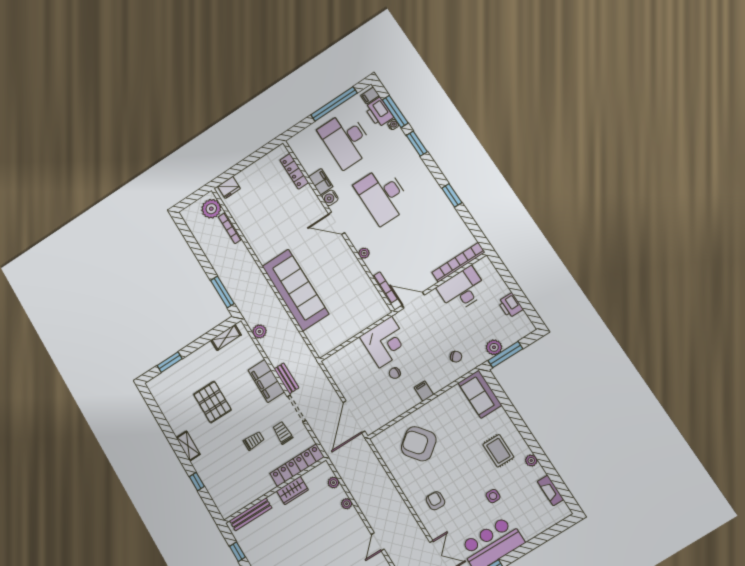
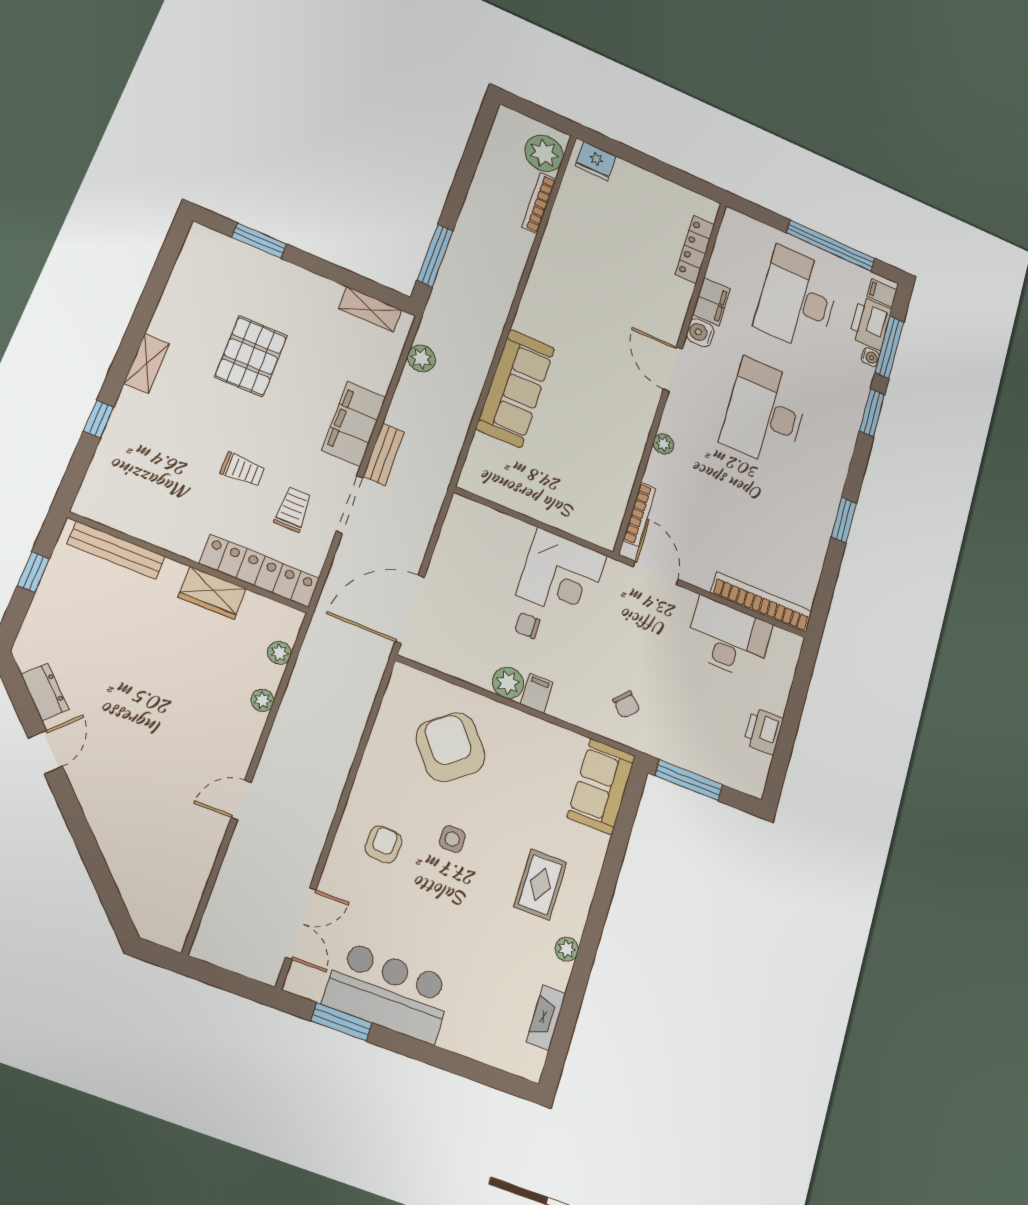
sofa: (295, 290) -> (516, 388), width x0.74, depth x0.79
plant: (494, 347) -> (508, 683), moved
side table: (493, 496) -> (452, 839), moved

